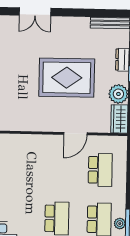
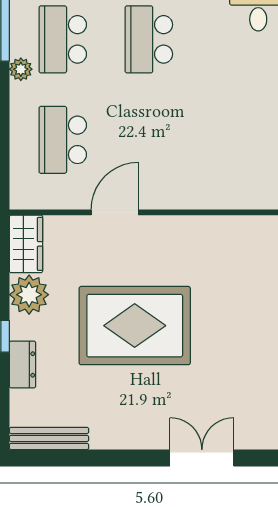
plant: (120, 224) -> (21, 69), moved

